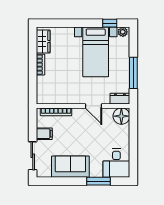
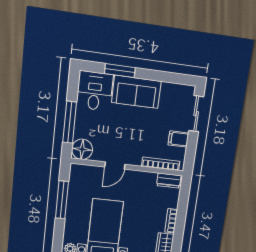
dresser: (120, 99) -> (169, 181), moved
door: (94, 106) -> (115, 166), swing flipped
window: (133, 136) -> (70, 122), added
sofa: (70, 167) -> (136, 92), moved

